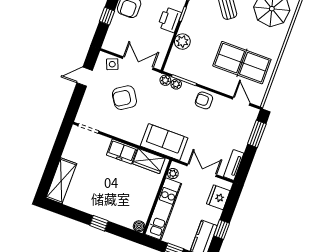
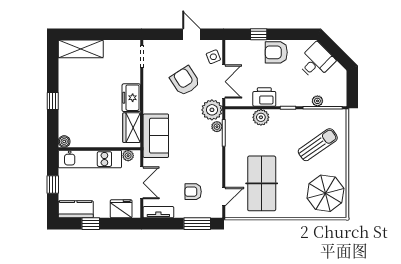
printer: (170, 20) -> (264, 97), moved
plant: (165, 80) -> (212, 110), width x1.87, depth x1.87
armchair: (204, 100) -> (193, 192), moved, turned -90

